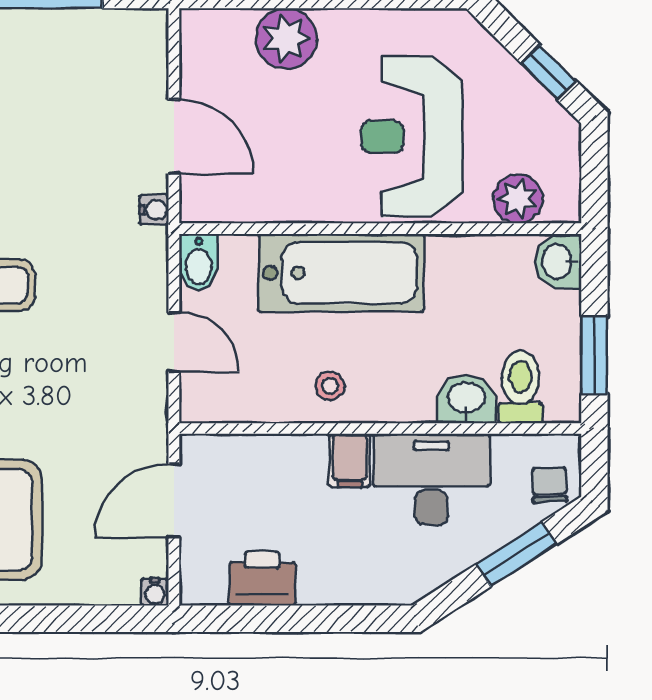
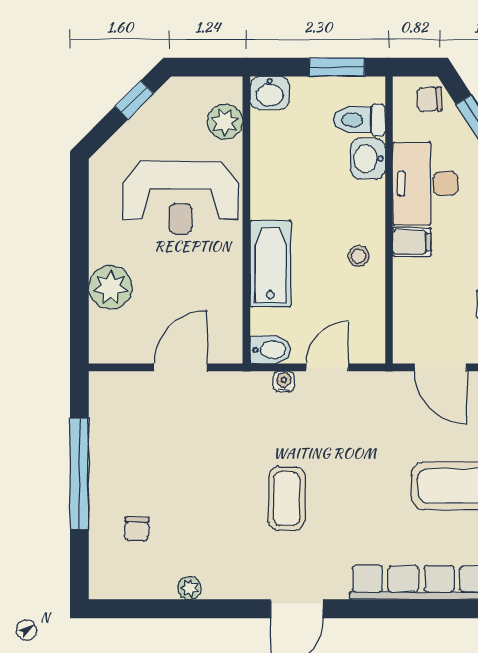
water cooler: (154, 210) -> (284, 382), moved
bathtub: (341, 273) -> (270, 264), width x0.73, depth x0.73

